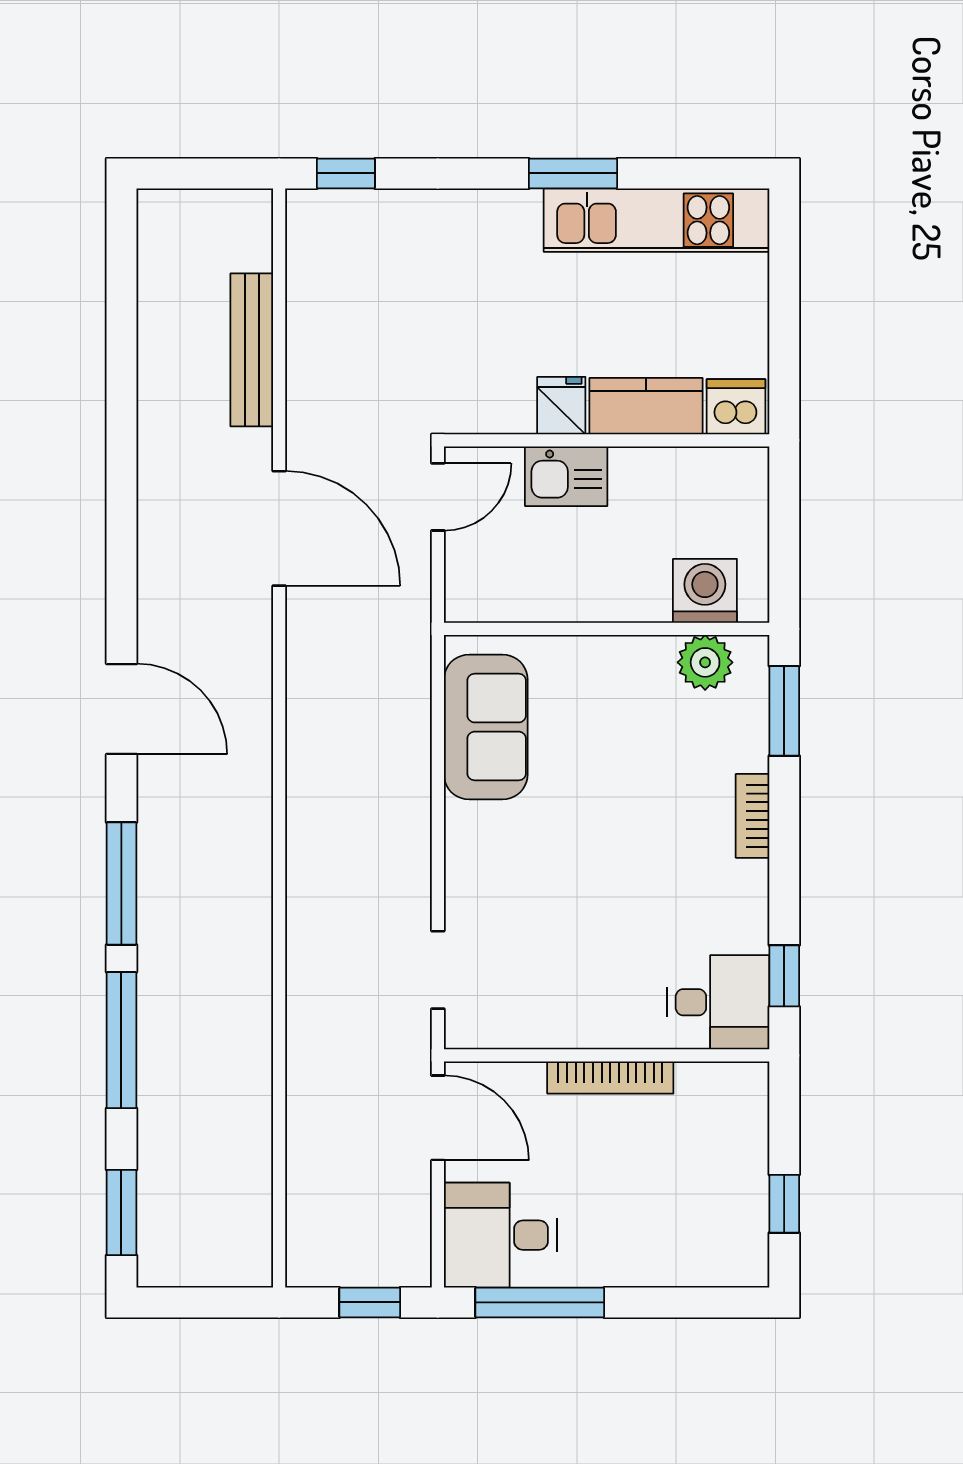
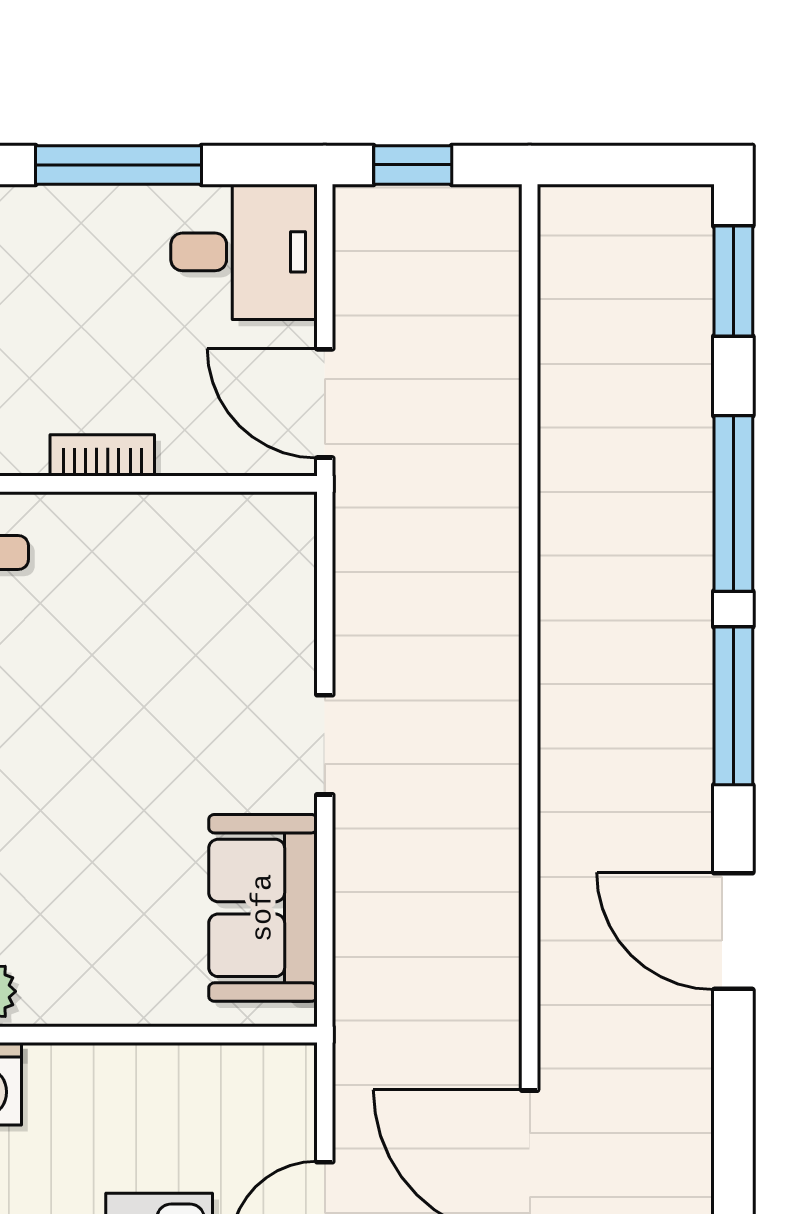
doorway: (438, 970) -> (325, 745), moved
bookcase: (610, 1078) -> (102, 455), width x0.64
window: (540, 1302) -> (118, 165), moved

